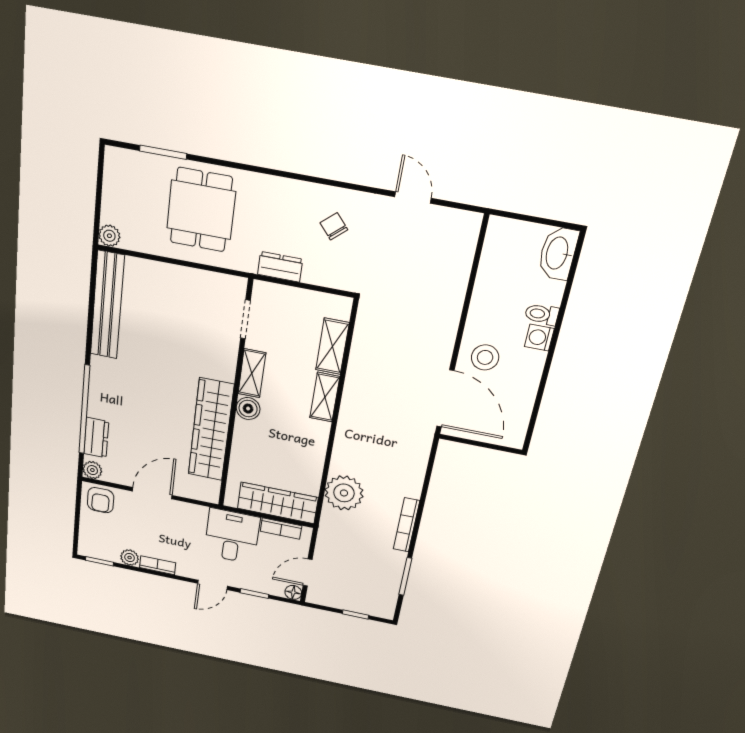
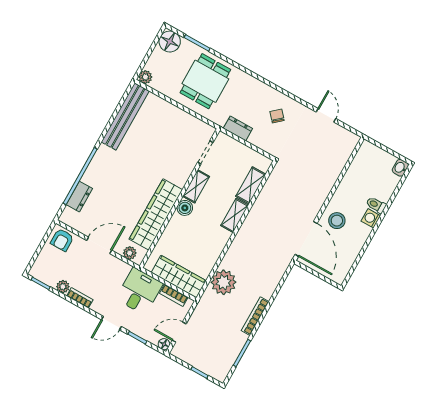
floor lamp: (121, 166) -> (170, 42), added
washbasin: (558, 253) -> (400, 168), width x0.52, depth x0.69
plant: (92, 470) -> (130, 253), moved

